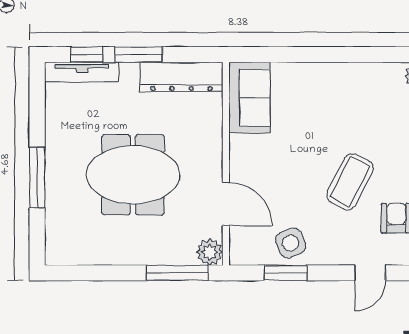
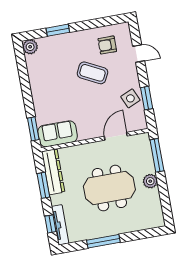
window: (139, 55) -> (43, 185), moved
window: (267, 55) -> (33, 129), added
meeting table: (133, 175) -> (109, 188), turned 90
window: (37, 178) -> (103, 241), moved
plant: (210, 252) -> (150, 181), moved

